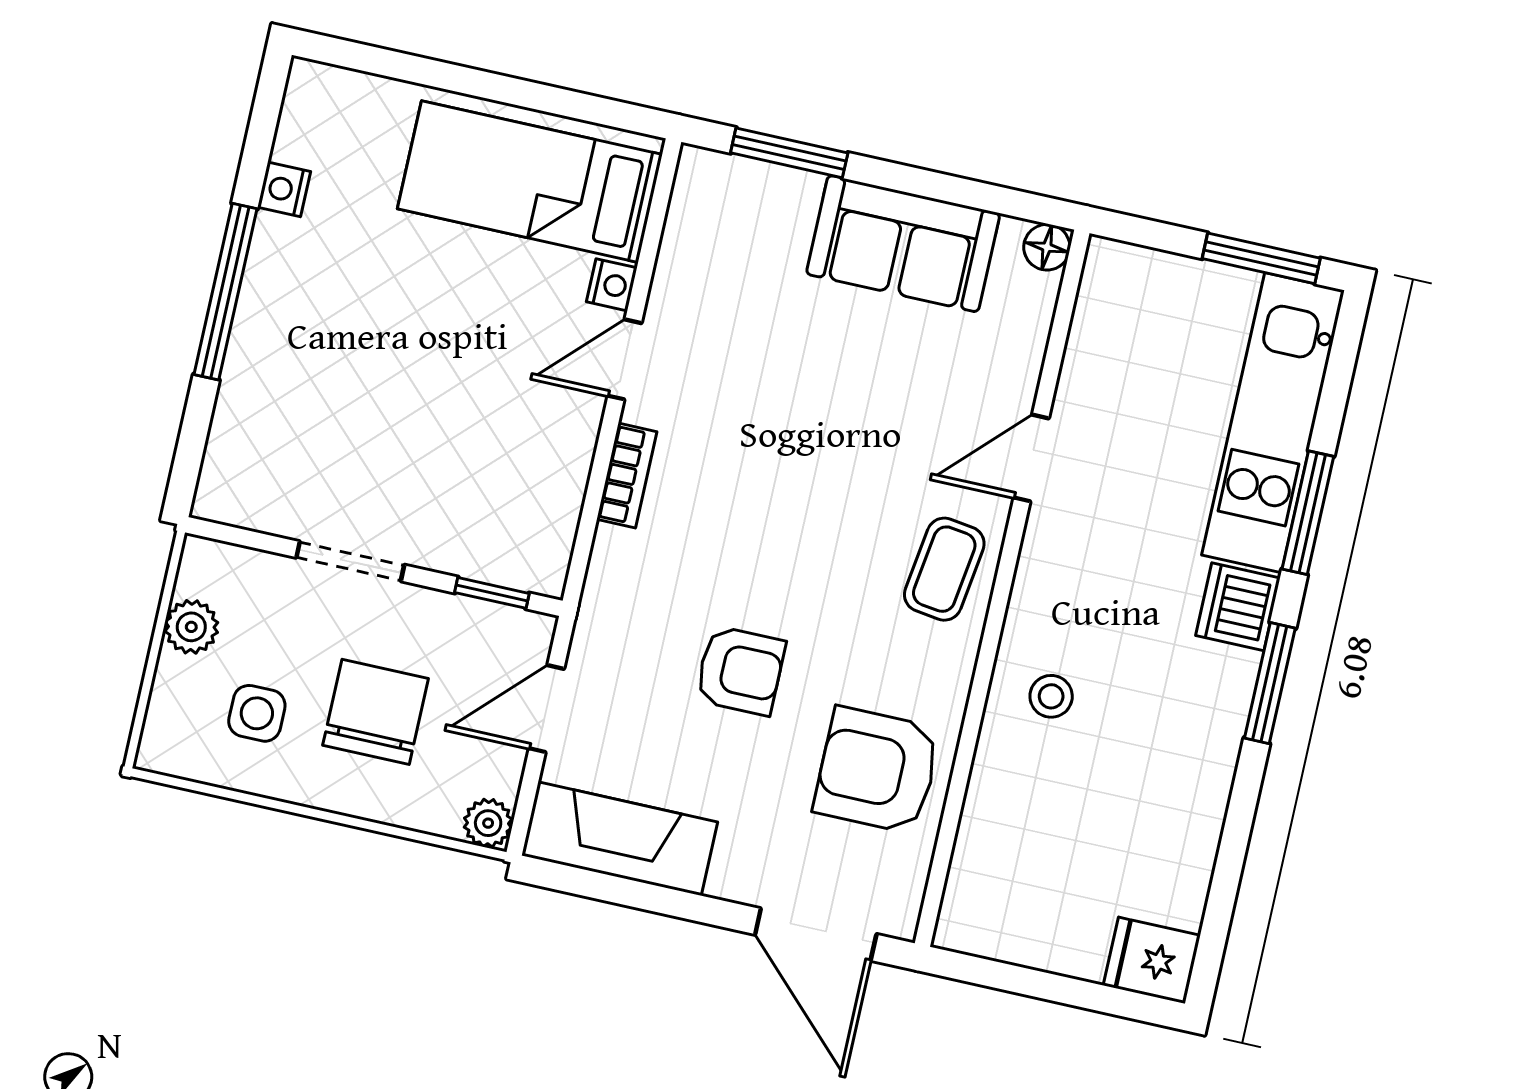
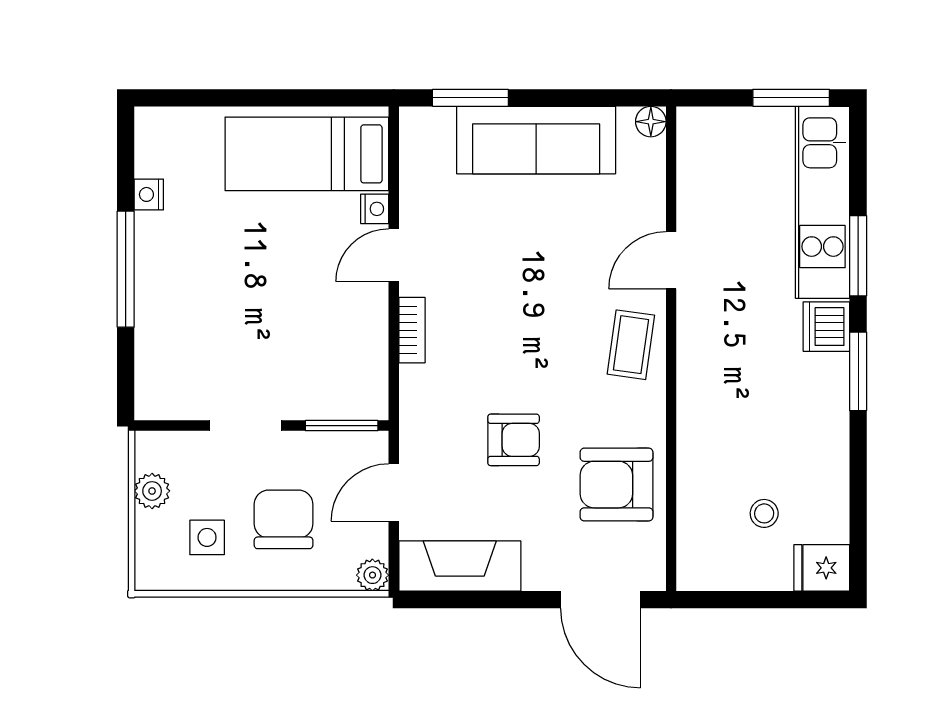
sofa: (903, 244) -> (536, 140), width x1.36
window: (492, 593) -> (342, 426), width x1.50
stool: (1051, 696) -> (764, 513), moved

